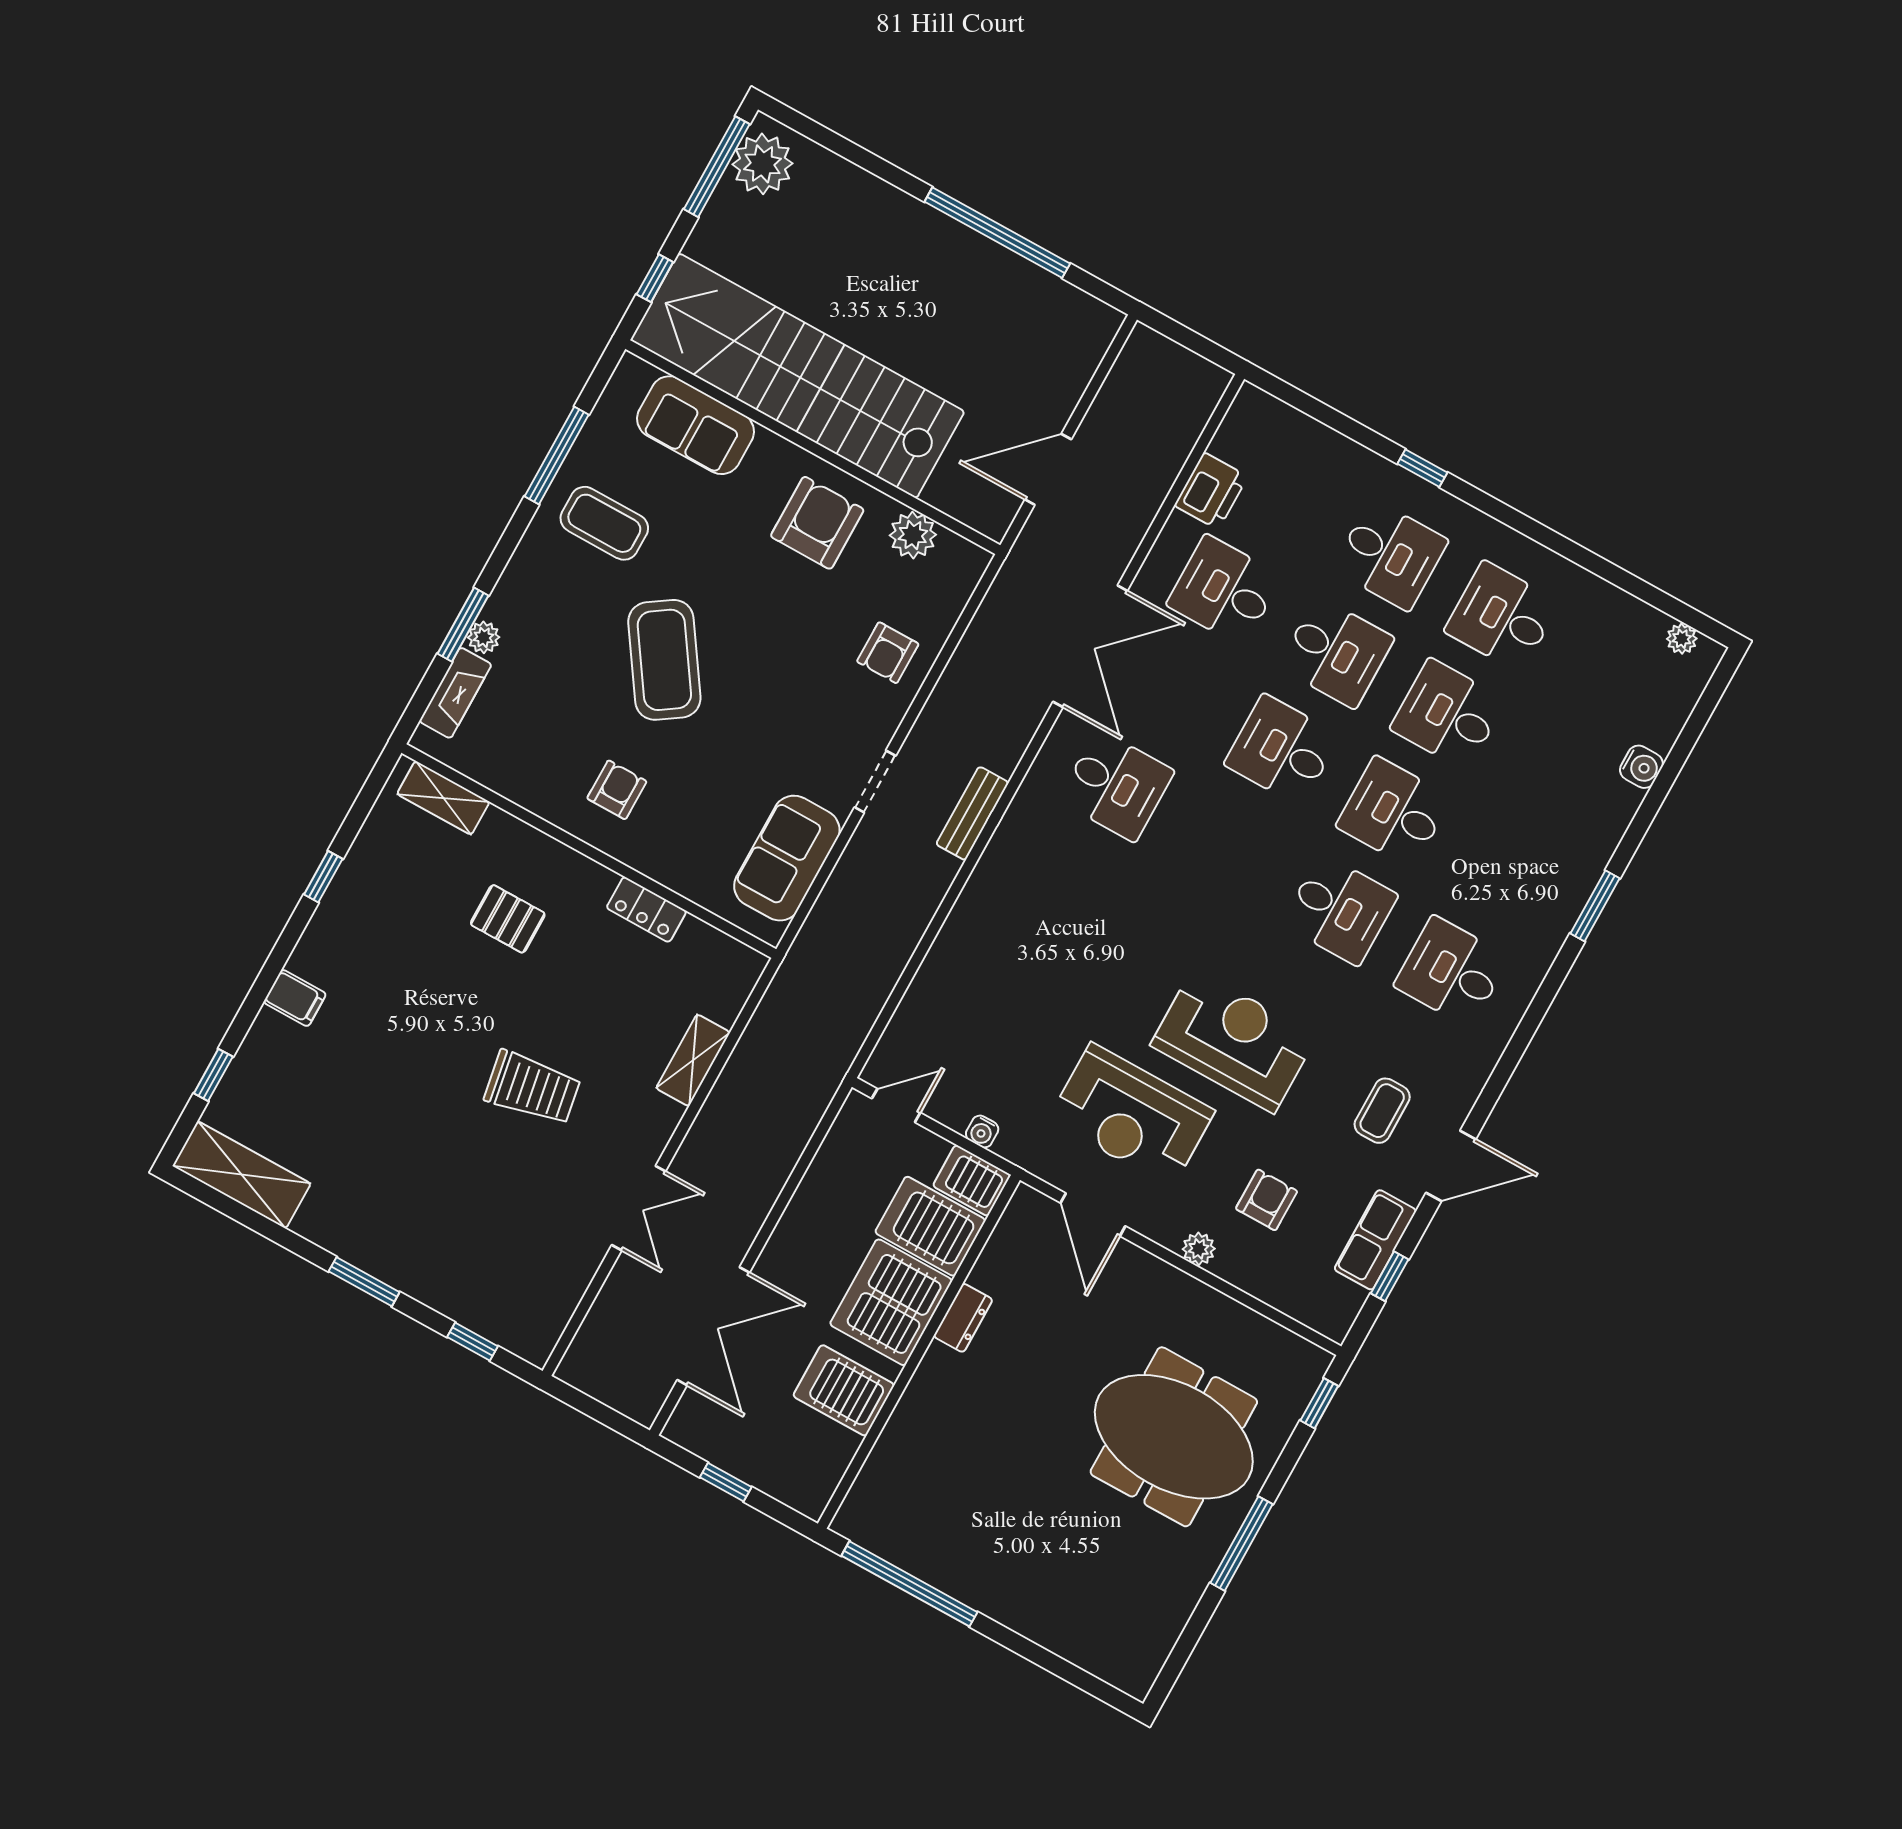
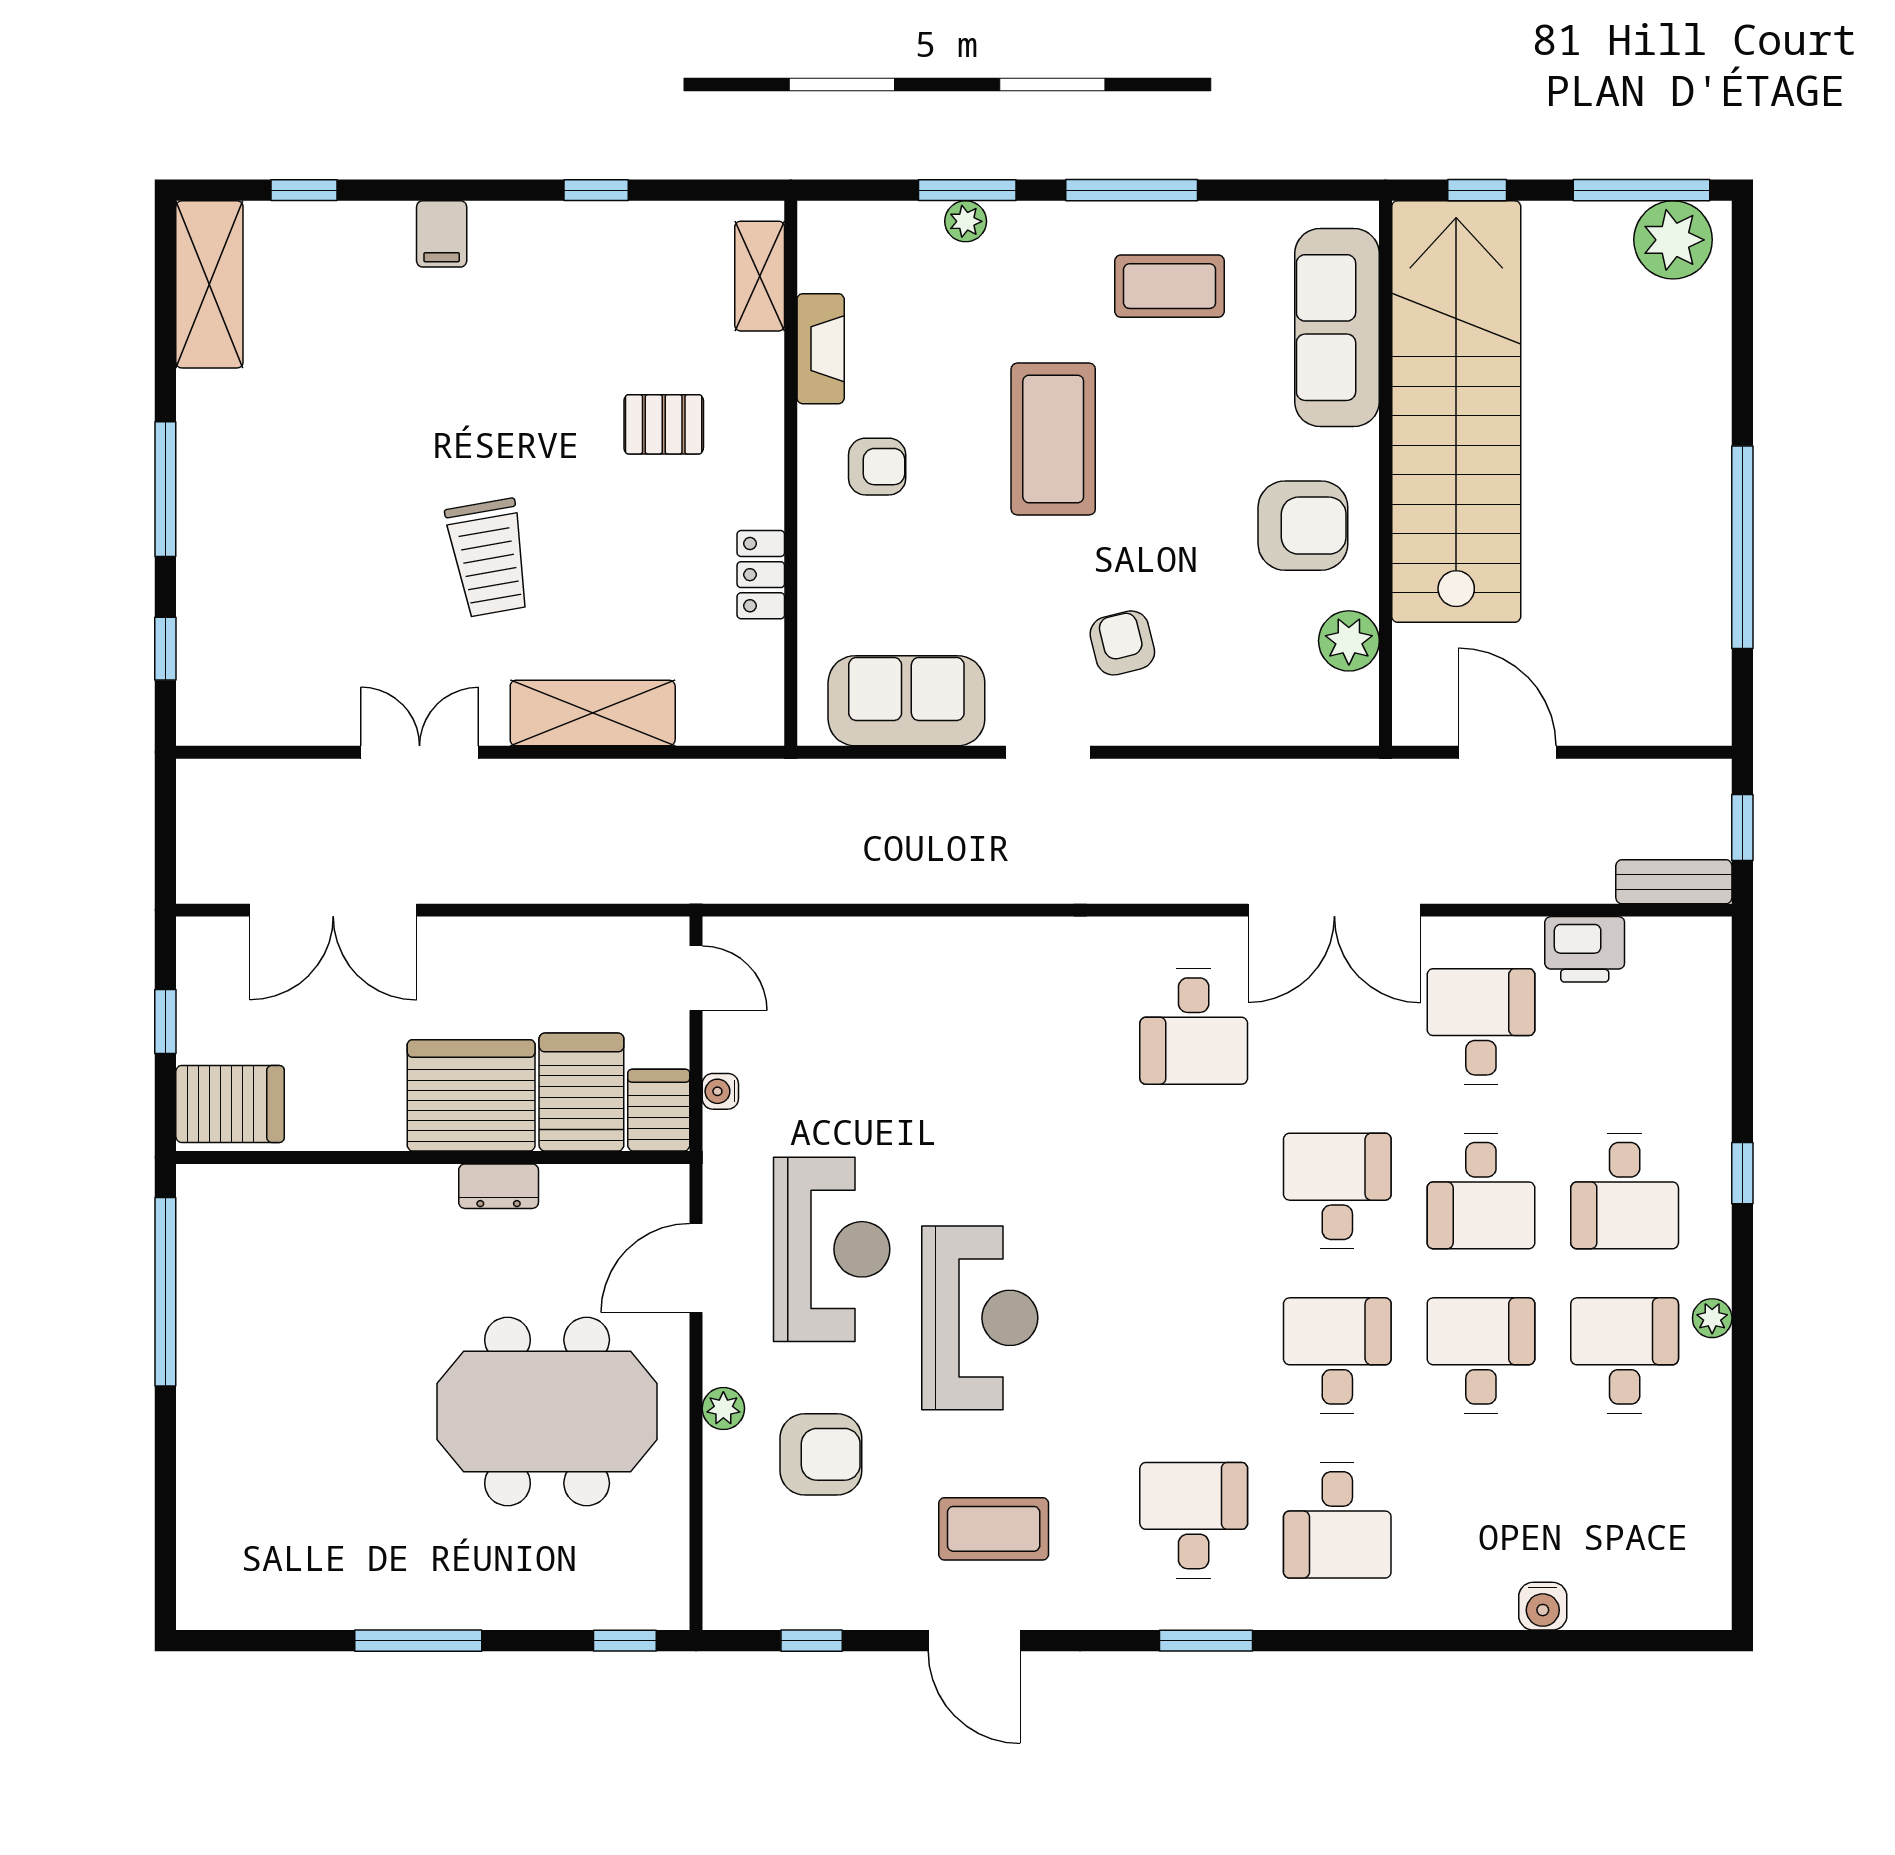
window: (1188, 338) -> (1742, 827), added
sofa: (696, 425) -> (1337, 328), width x1.36
window: (557, 456) -> (1132, 190), moved
coffee table: (604, 523) -> (1170, 286), turned 90
plant: (1682, 639) -> (1712, 1318), moved
armchair: (888, 653) -> (1122, 643), moved, turned 76
coffee table: (664, 660) -> (1053, 439), turned -56
fireplace: (455, 693) -> (821, 349), moved, turned -90
bench: (972, 813) -> (1674, 882), moved
window: (1595, 906) -> (1206, 1641), moved
desk: (1340, 910) -> (1337, 1520), moved
pallet: (508, 919) -> (664, 424), turned 90
shelving: (693, 1060) -> (593, 713), width x1.50, depth x1.33
coffee table: (1382, 1111) -> (994, 1529), width x1.36, depth x1.30
reception desk: (1131, 1115) -> (832, 1249), turned 180
armchair: (1267, 1200) -> (821, 1454), width x1.38, depth x1.38
double door: (639, 1208) -> (420, 752), swing flipped
row of seats: (1375, 1240) -> (844, 1602), removed
window: (364, 1282) -> (165, 489), width x1.44
server rack: (844, 1390) -> (230, 1104), moved, turned 90
meeting table: (1174, 1437) -> (547, 1411), moved, turned 90

